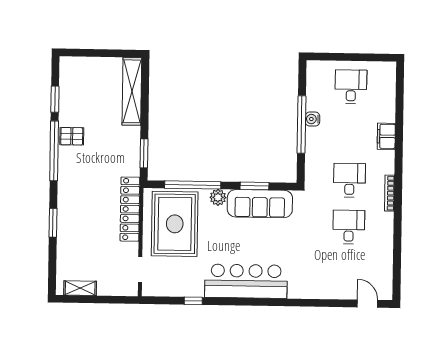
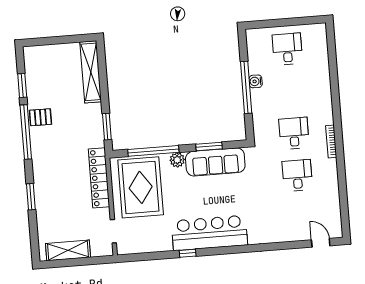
filing cabinet: (386, 136) -> (323, 91), removed
shelving: (80, 288) -> (68, 250), width x1.50, depth x1.33
window: (193, 301) -> (188, 253), moved

